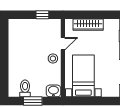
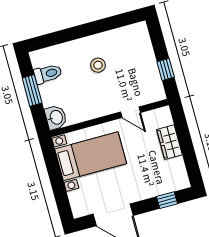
wardrobe: (88, 25) -> (169, 142), width x0.67
stool: (53, 58) -> (98, 65), moved

